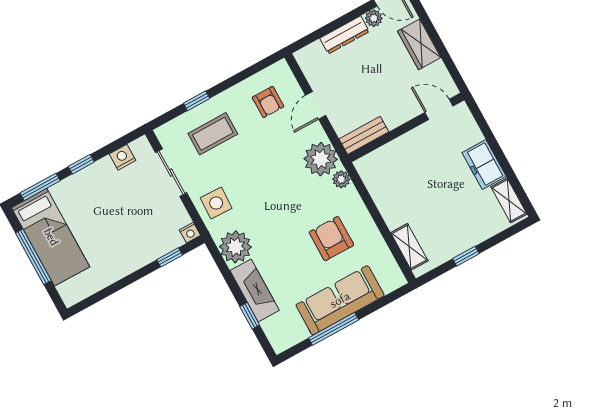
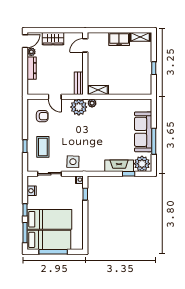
bed: (88, 218) -> (49, 219), added
armchair: (331, 239) -> (115, 121), removed
plant: (235, 247) -> (142, 164), moved
shelving: (409, 247) -> (98, 90), moved

